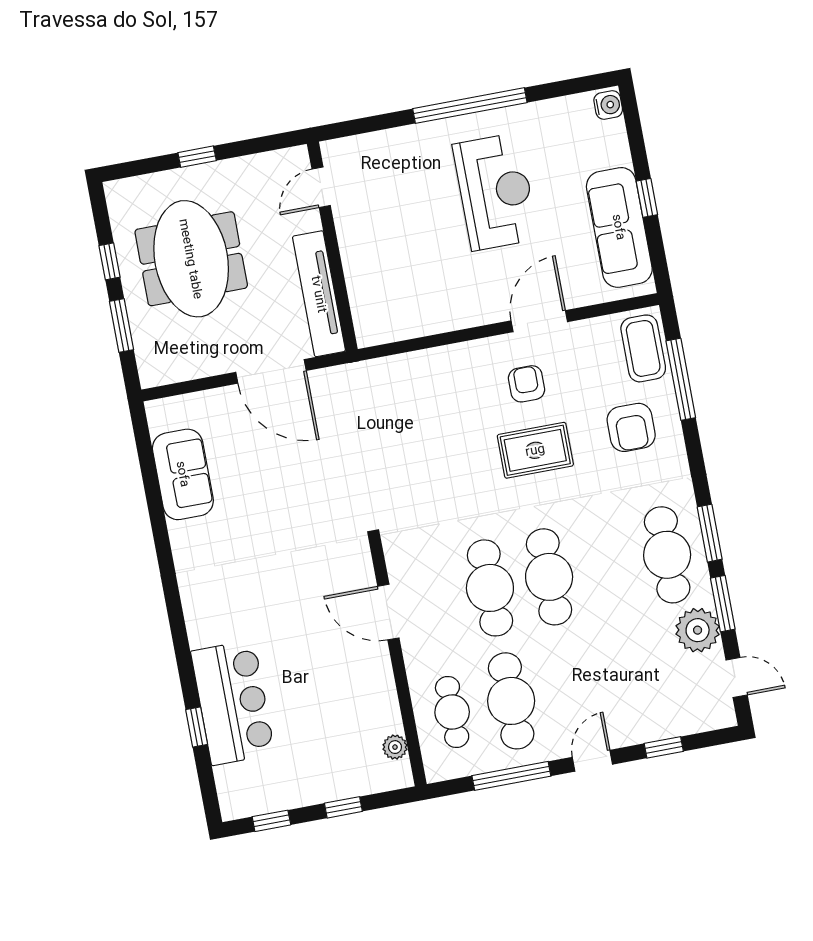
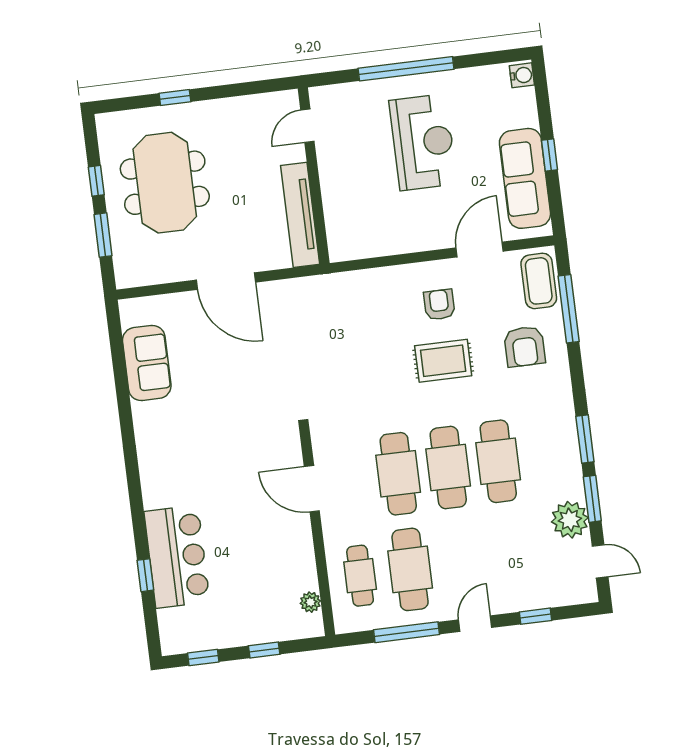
door: (321, 187) -> (307, 126), moved
wall: (332, 246) -> (314, 176), moved
tv unit: (319, 294) -> (300, 215), moved
door: (539, 321) -> (480, 250), moved
cafe table: (667, 555) -> (498, 461), moved

